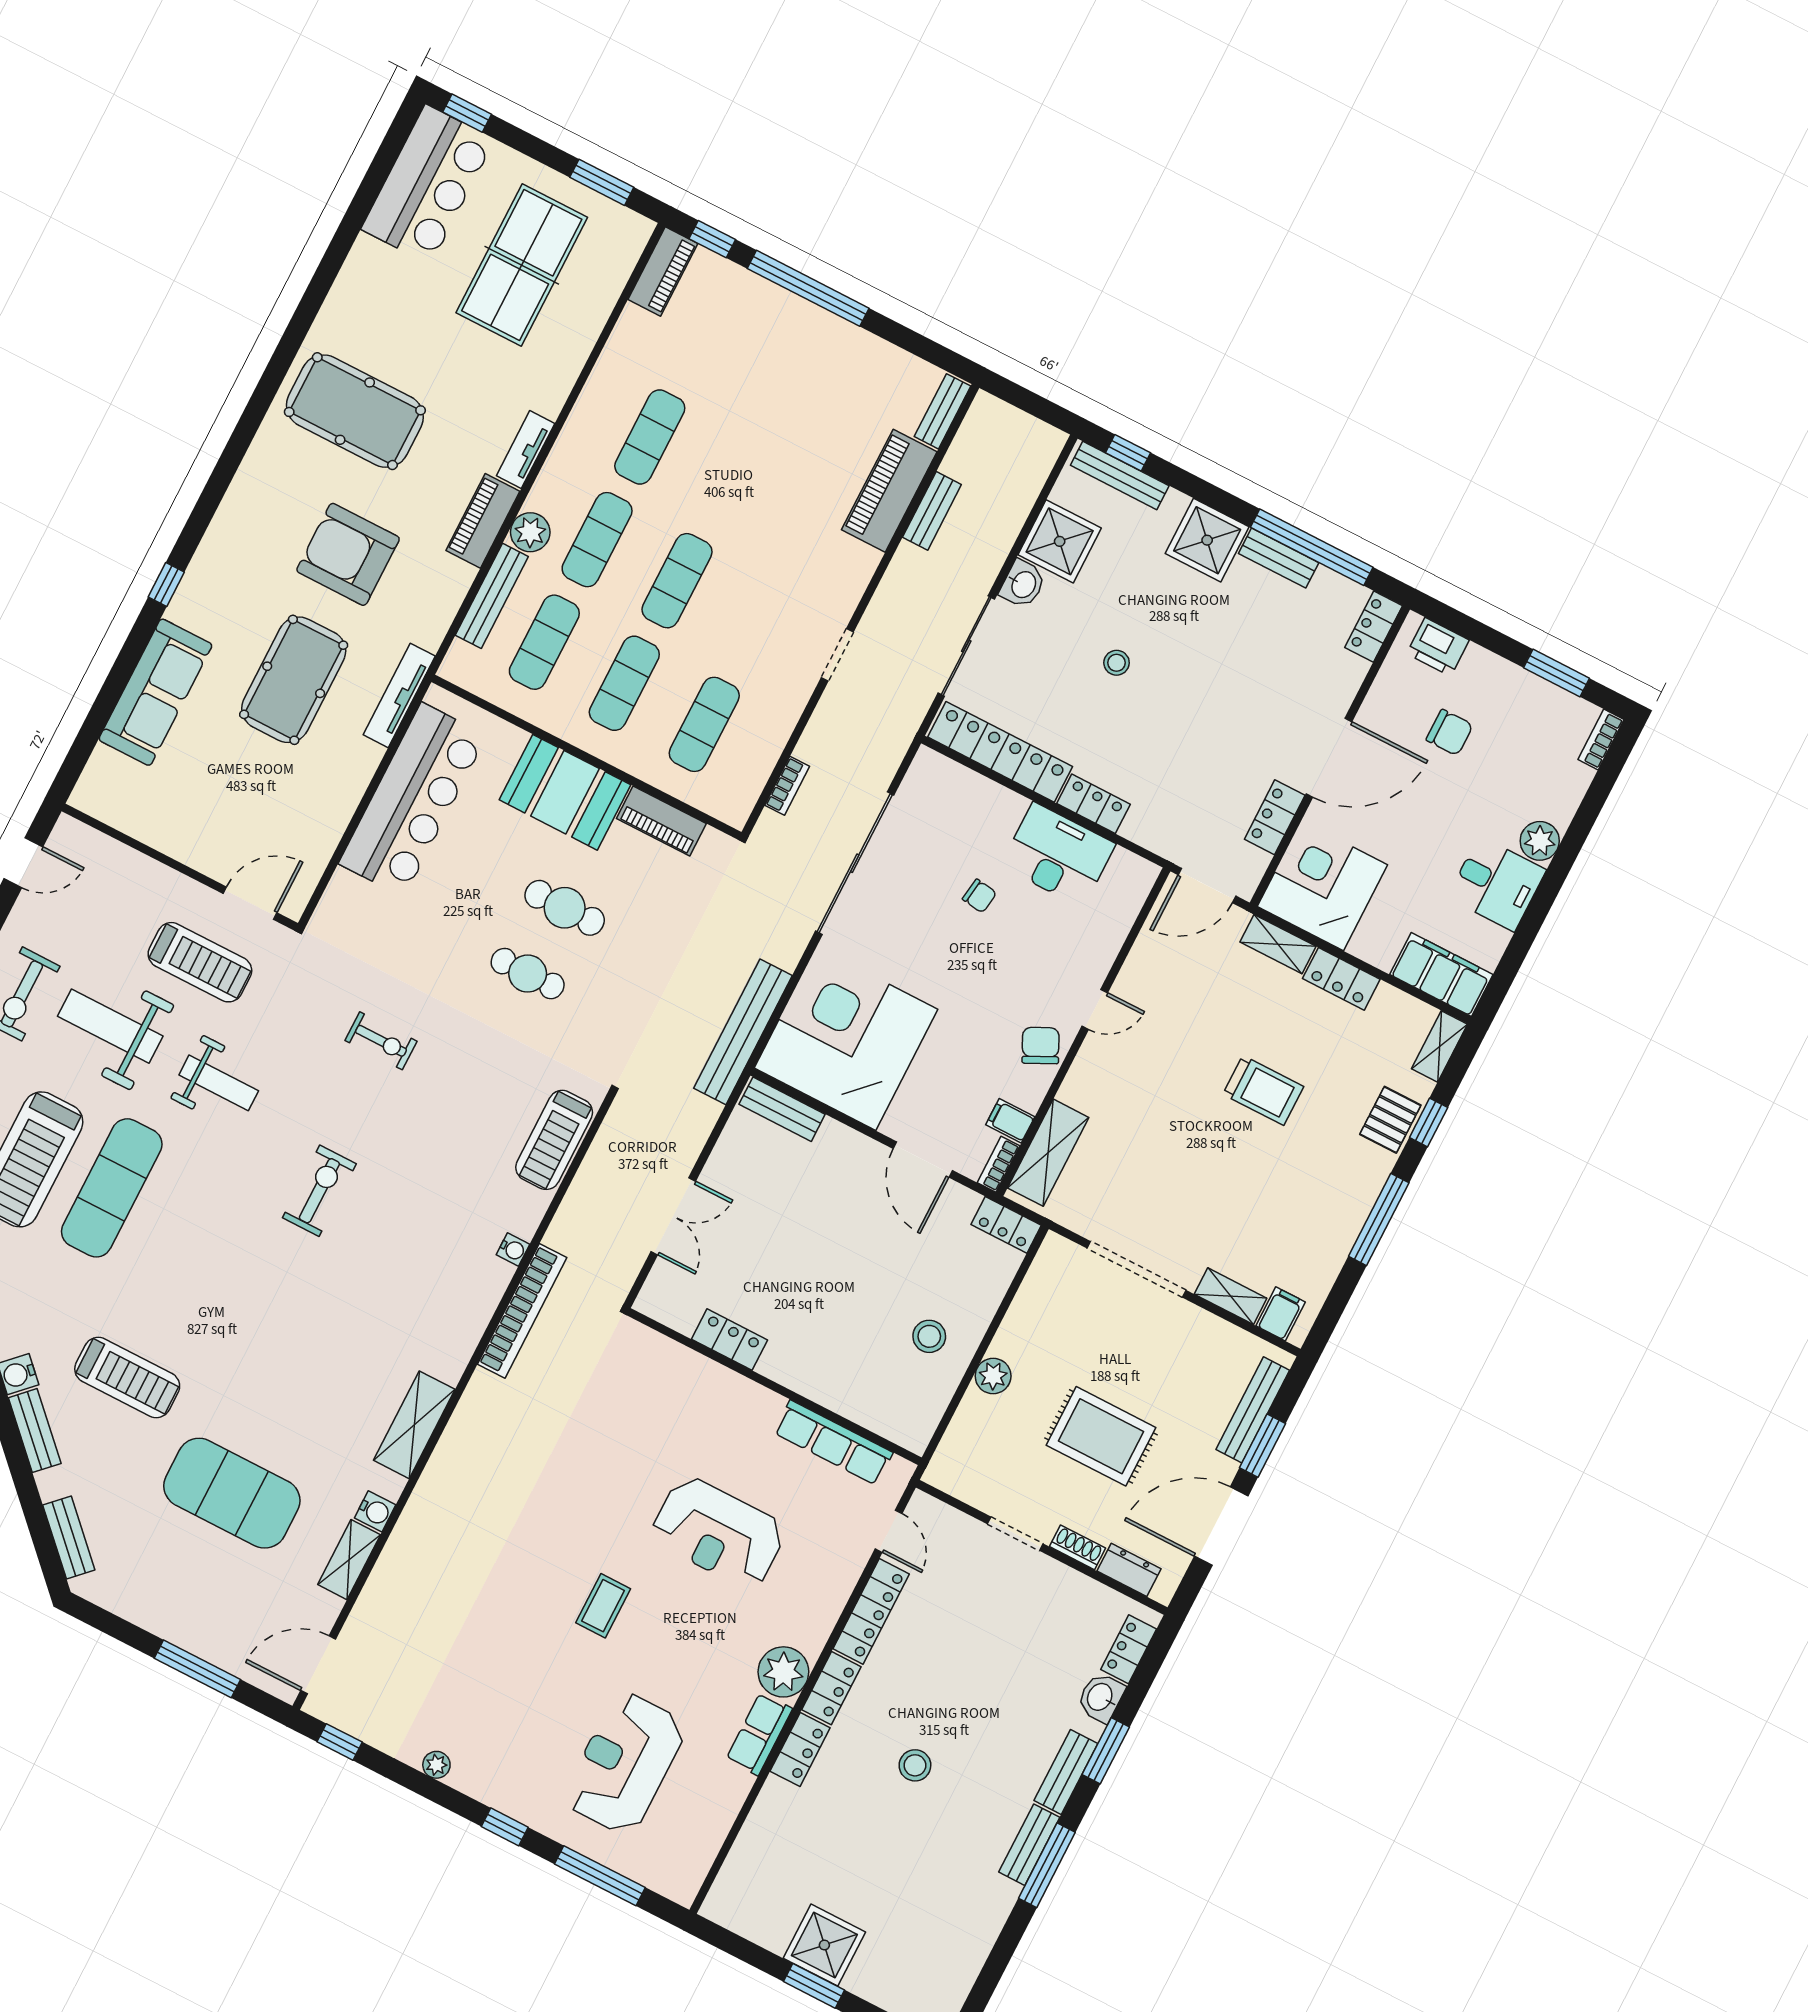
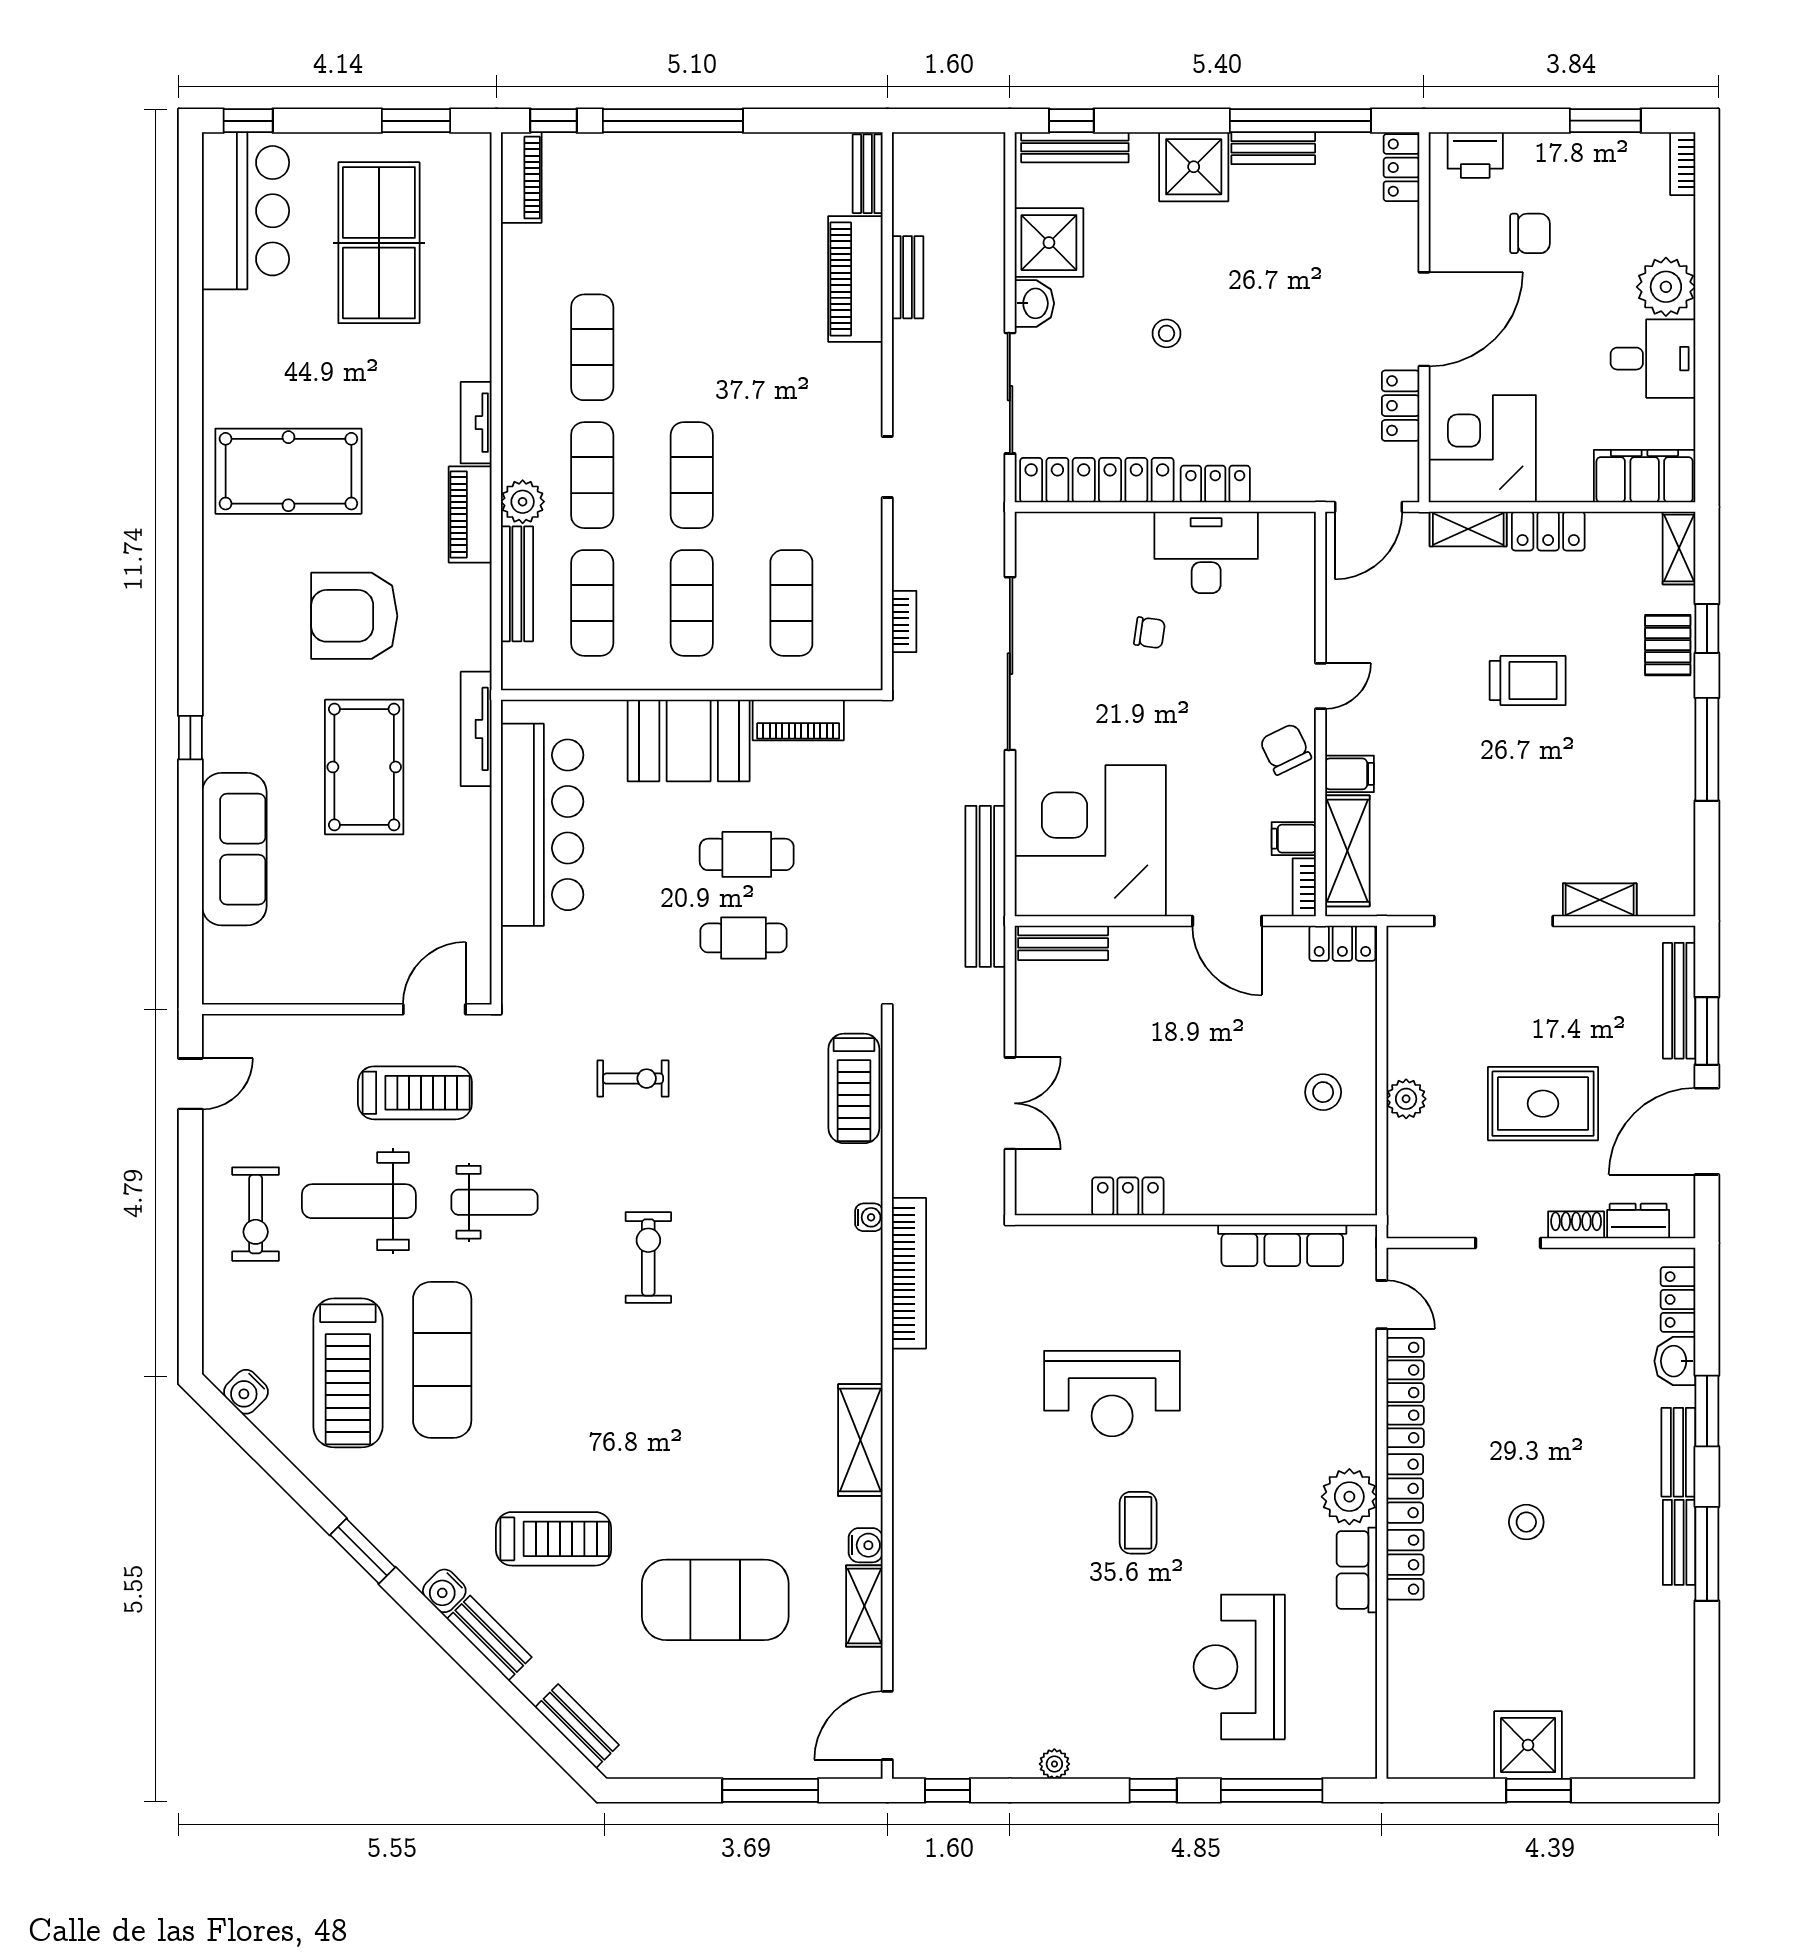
plant: (1540, 841) -> (1666, 287), width x1.36, depth x1.36
filing cabinet: (1281, 1314) -> (1349, 774), moved, turned 90
reception desk: (718, 1533) -> (1112, 1394), moved

